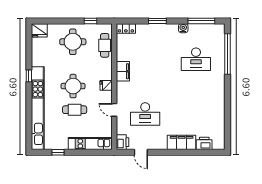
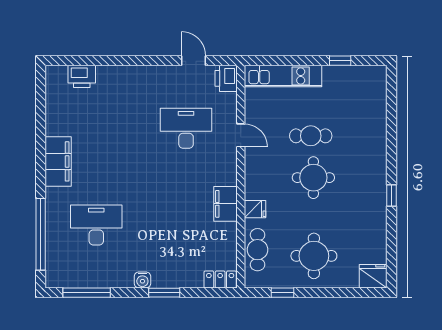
water cooler: (183, 28) -> (142, 280), moved
fridge: (106, 85) -> (255, 209), moved
kitchen unit: (38, 108) -> (376, 139), removed
filing cabinet: (182, 142) -> (58, 161), moved, turned -90

